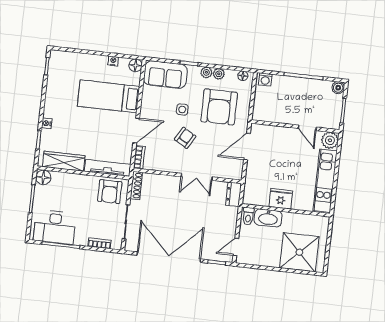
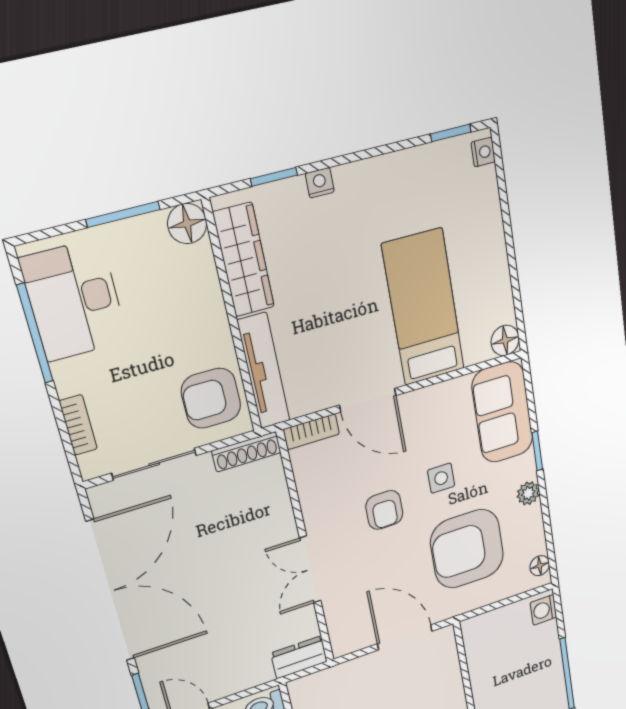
nightstand: (113, 61) -> (483, 152), moved
plant: (219, 74) -> (532, 519), removed
armchair: (185, 138) -> (384, 510), turned 60

